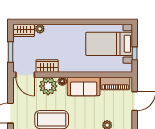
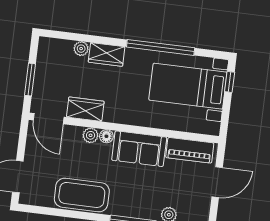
window: (89, 22) -> (161, 47), added
wardrobe: (24, 30) -> (107, 54), moved
window: (135, 53) -> (230, 82), moved
plant: (48, 86) -> (91, 135), width x0.53, depth x0.53

